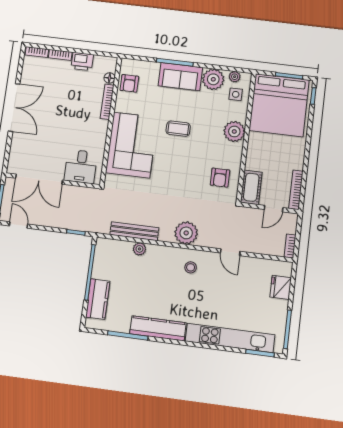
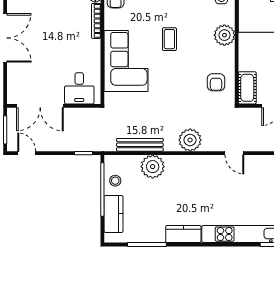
coffee table: (178, 129) -> (169, 39), turned 90
plant: (139, 249) -> (153, 167), width x1.88, depth x1.88
stool: (191, 267) -> (115, 181), moved
kitchen counter: (158, 328) -> (183, 234), width x0.67

